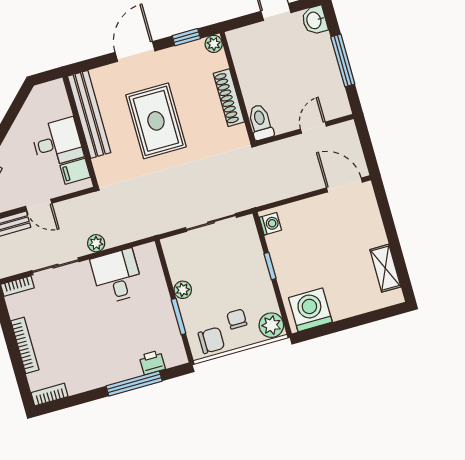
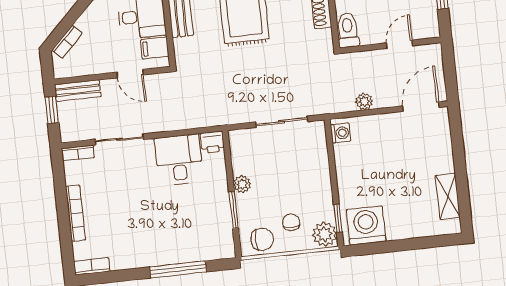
door: (344, 185) -> (421, 107), hinge flipped
door: (39, 205) -> (130, 74), moved
plant: (96, 243) -> (364, 102), moved
window: (270, 266) -> (338, 218), moved
printer: (152, 362) -> (212, 142), moved, turned 180

